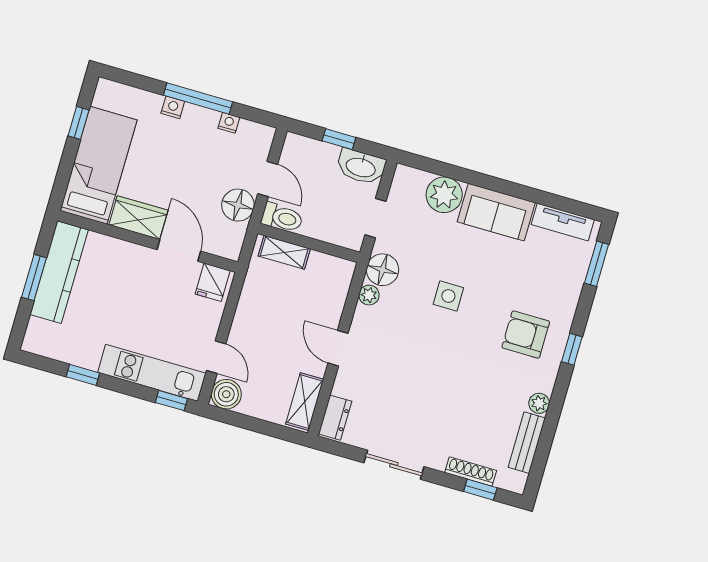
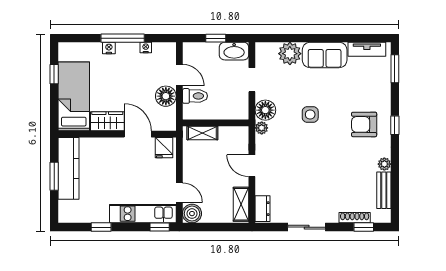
wall: (309, 243) -> (216, 123), moved
shelving: (284, 252) -> (202, 133), moved

